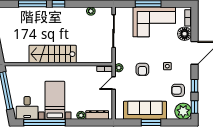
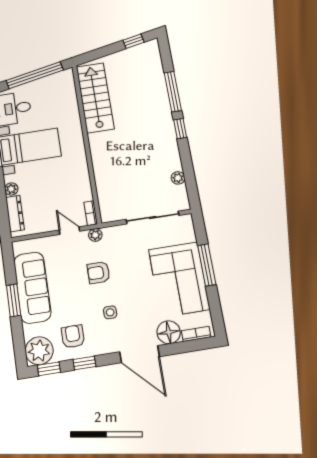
stairs: (53, 54) -> (95, 98), moved

